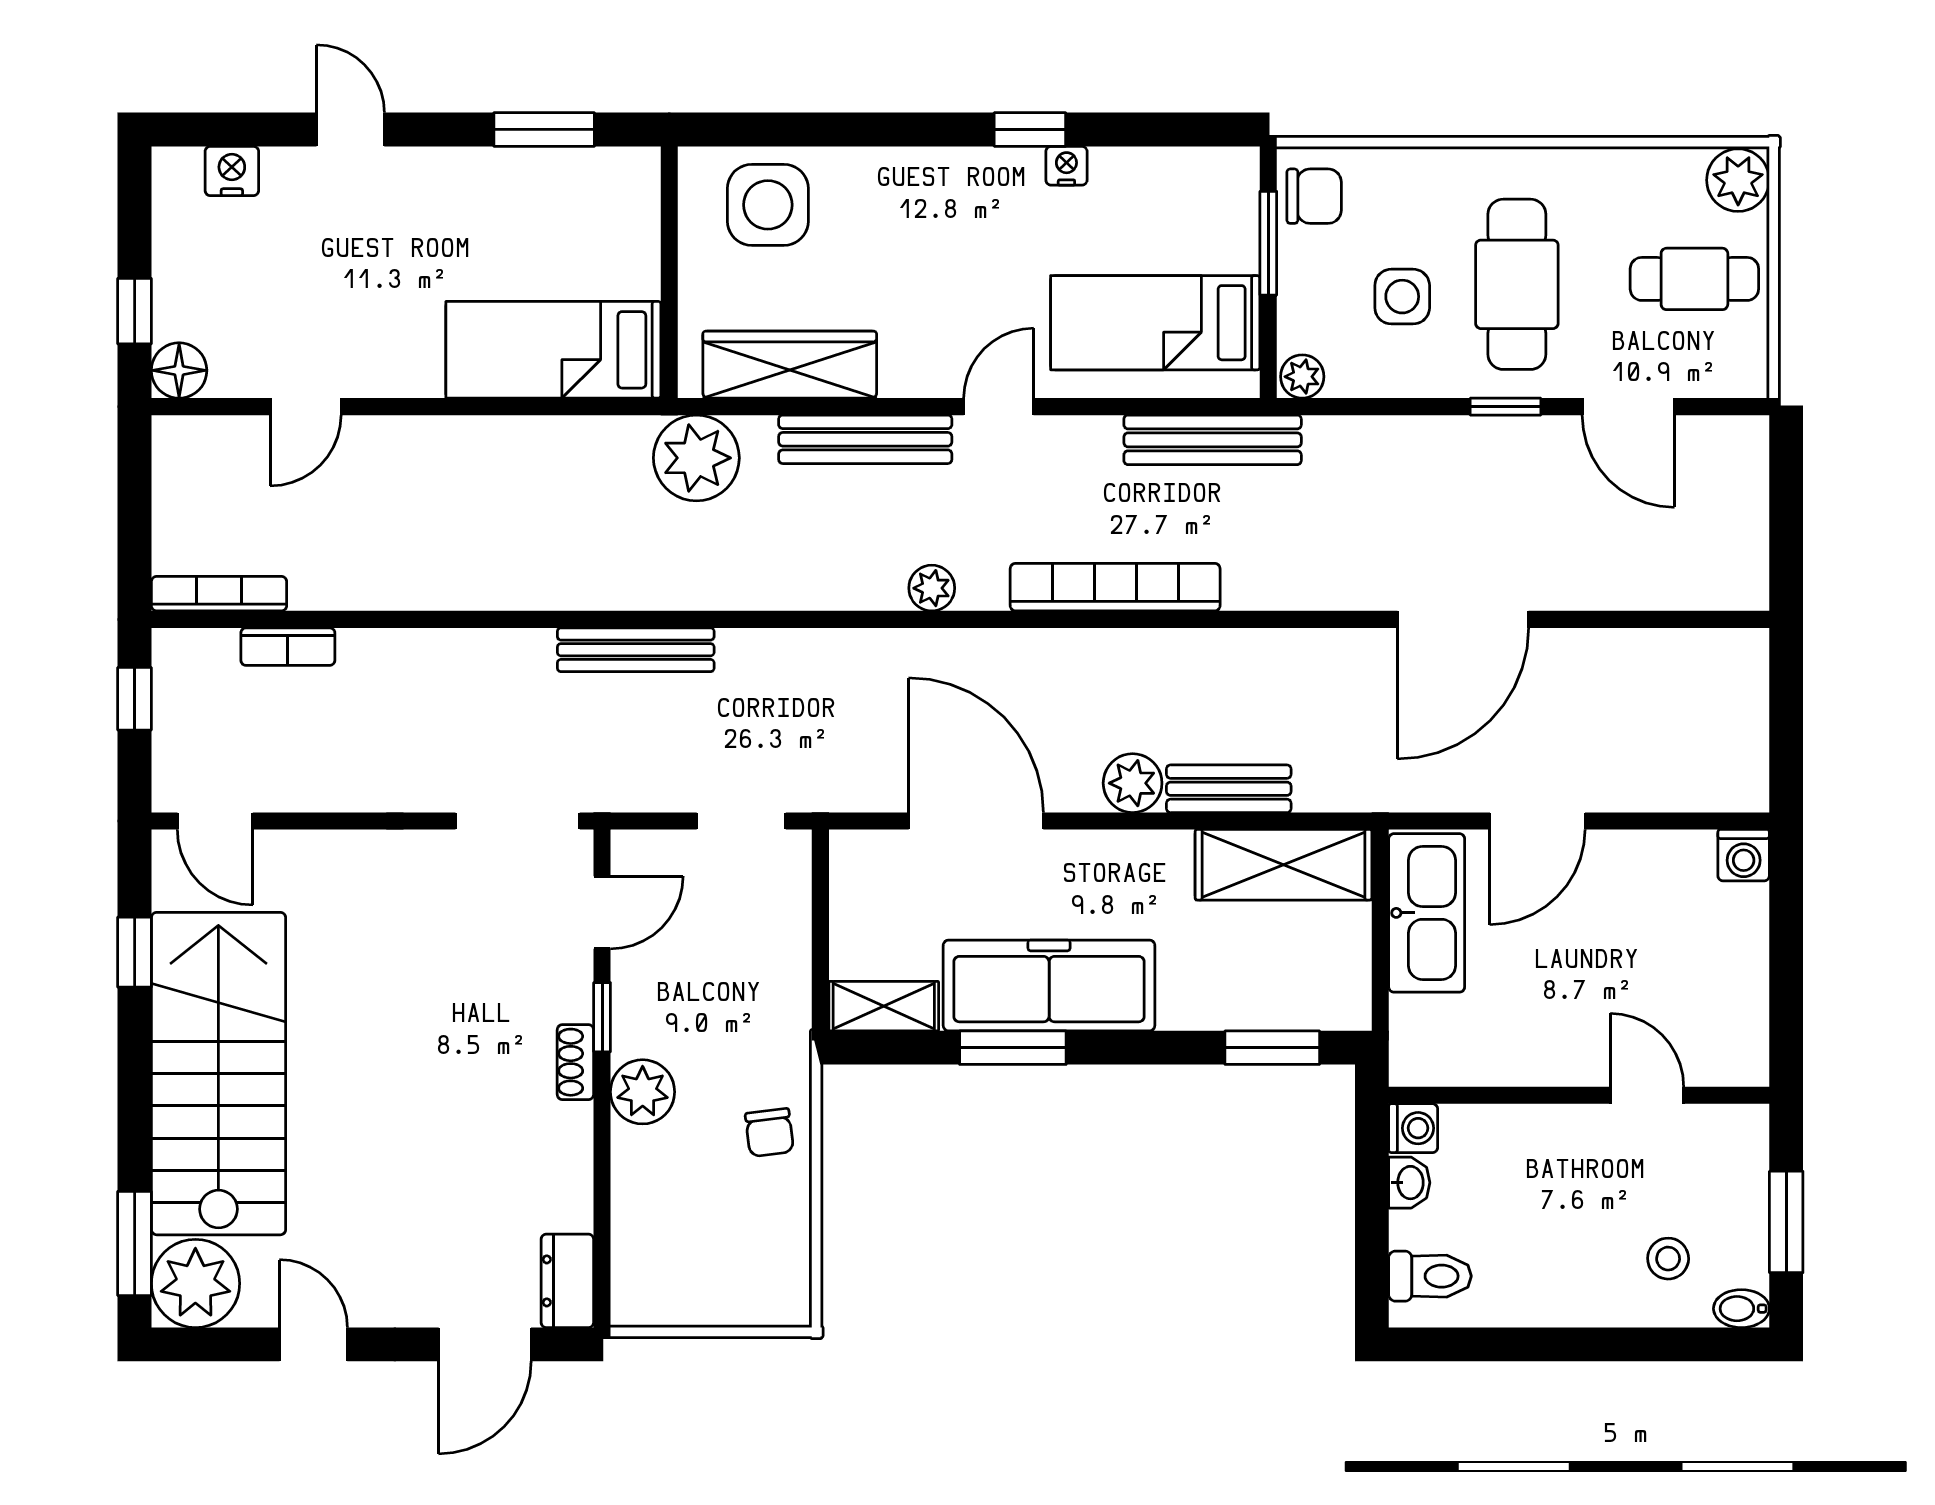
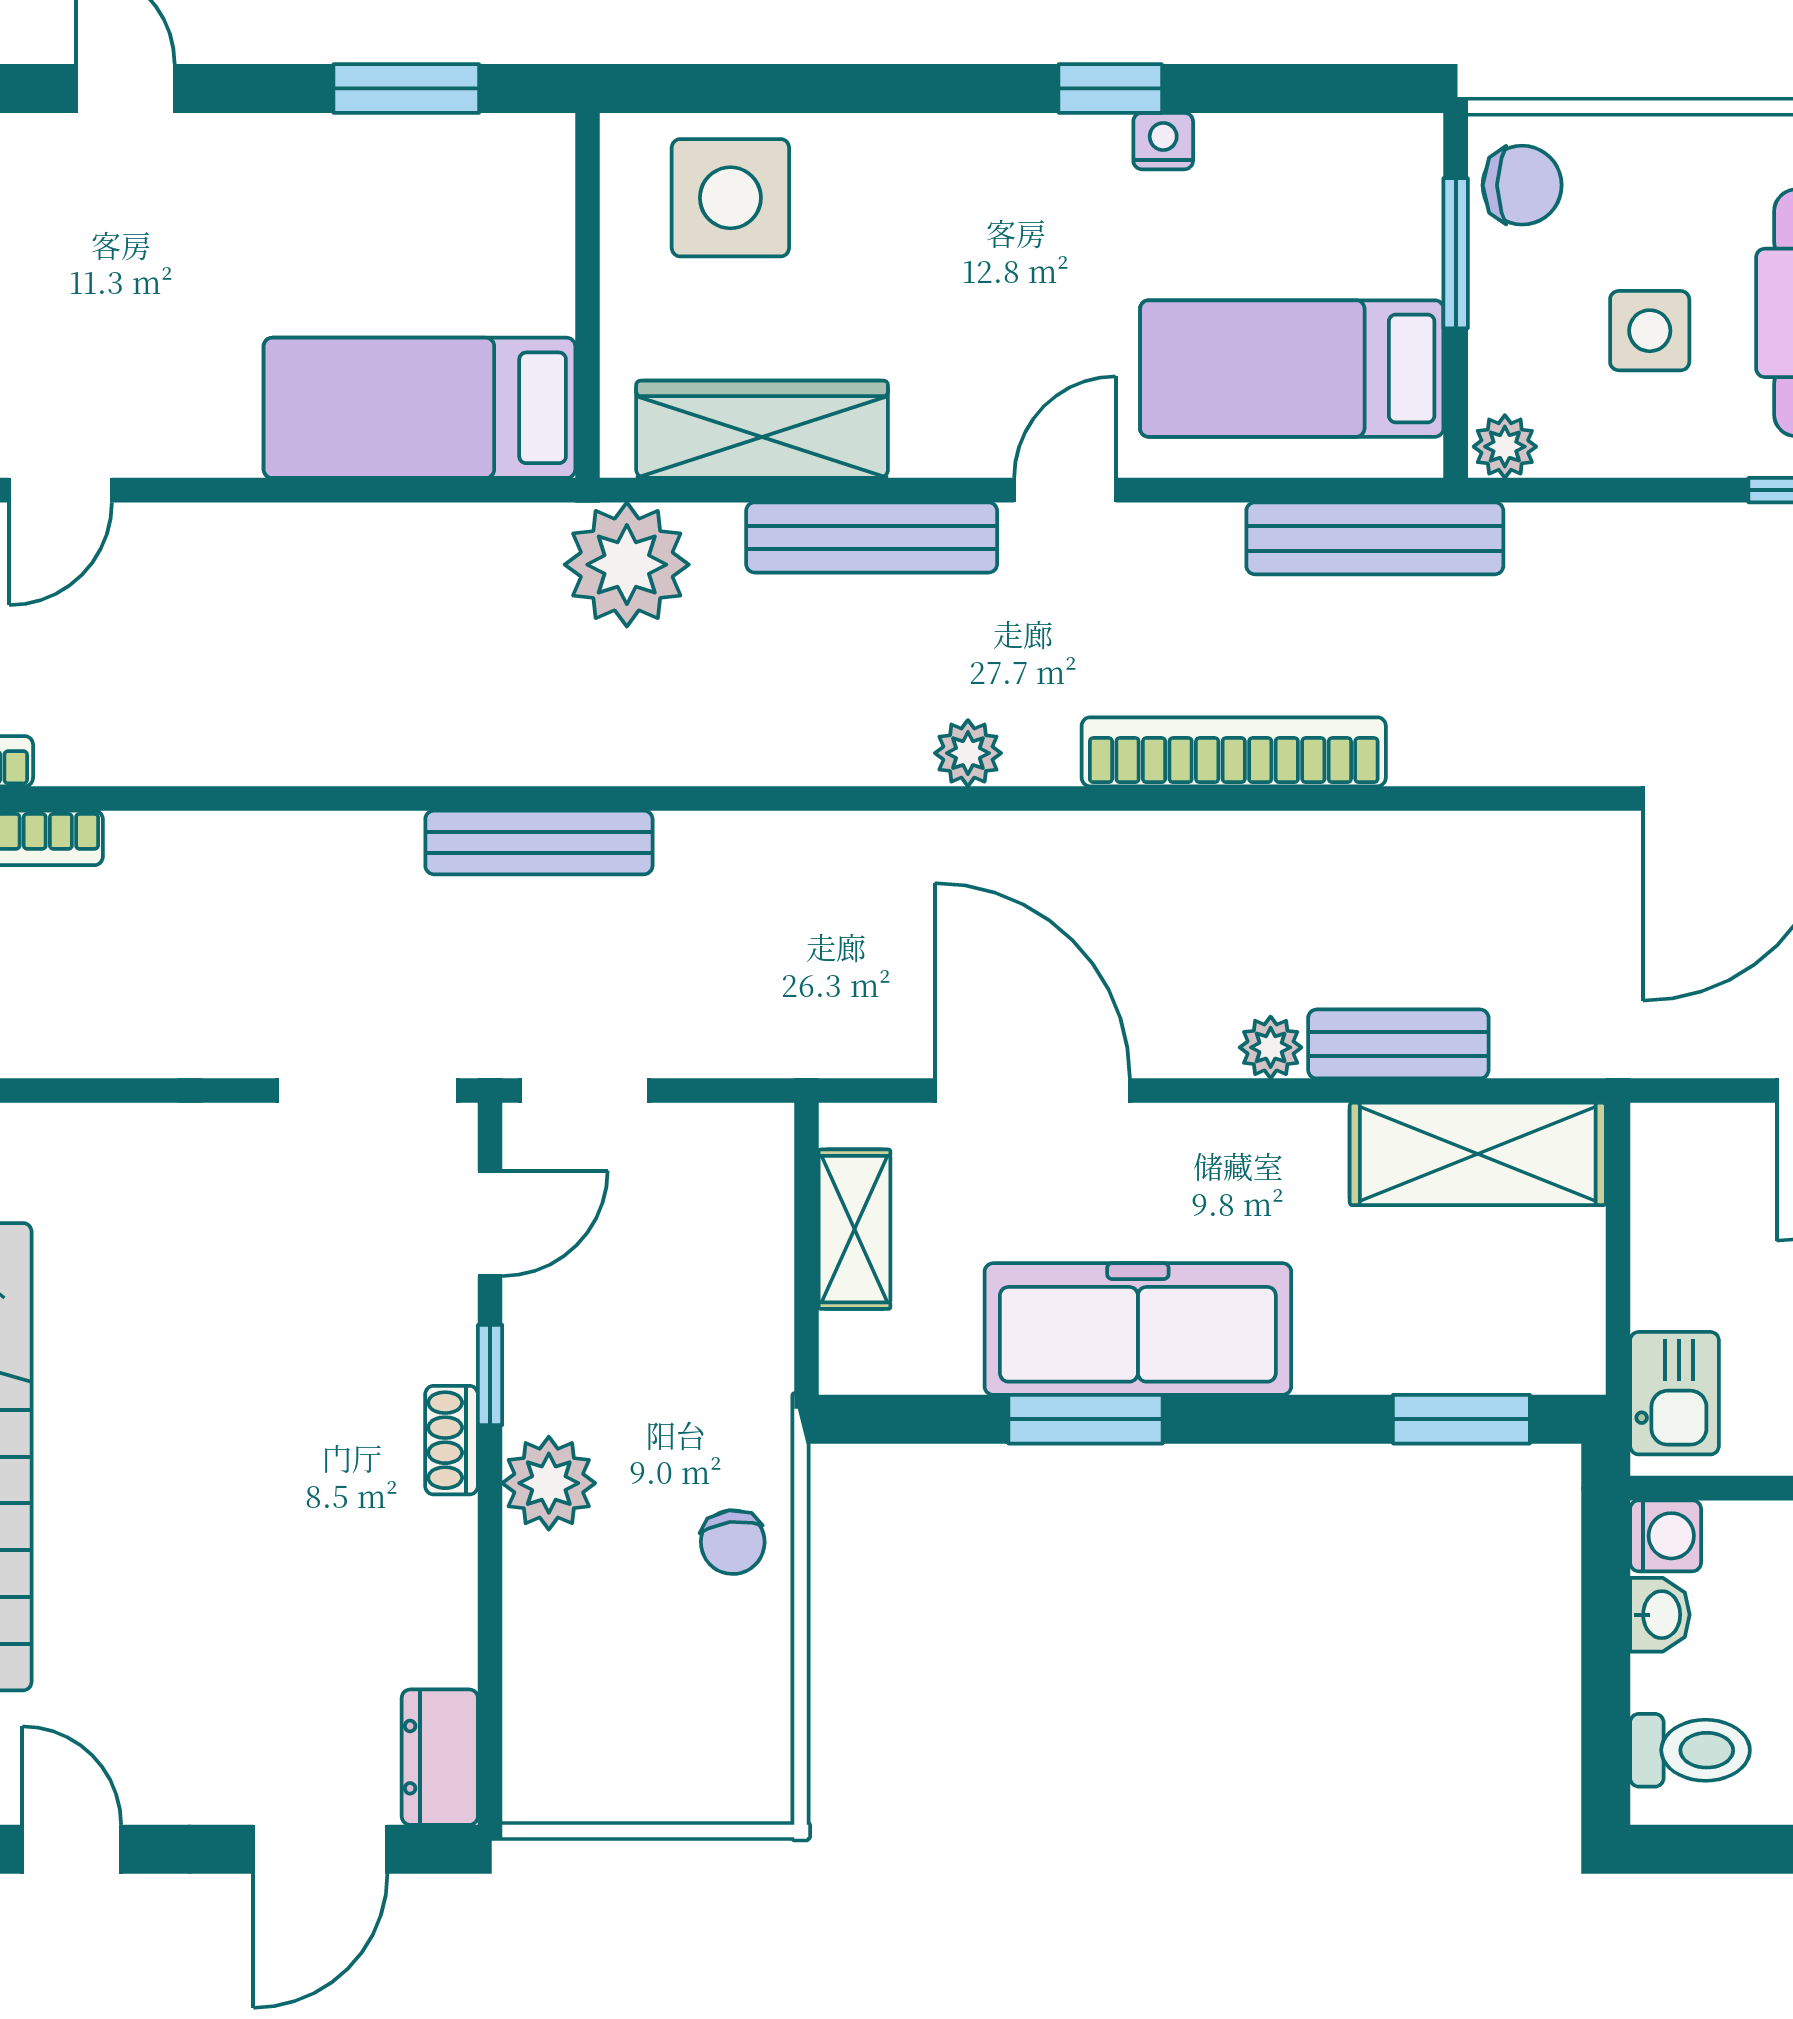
plant: (1133, 783) -> (1271, 1047), width x0.73, depth x0.73
doorway: (741, 821) -> (585, 1091), moved
kitchen sink: (1427, 913) -> (1675, 1393), moved, width x0.53, depth x0.81
shelving: (884, 1006) -> (855, 1229), moved, turned 90

